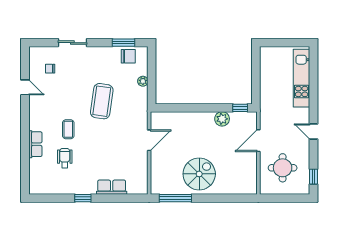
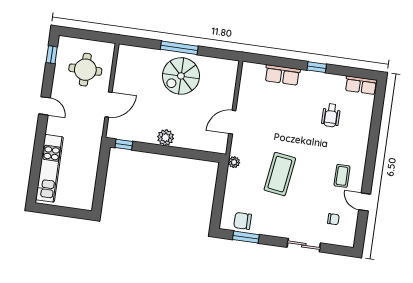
plant: (143, 81) -> (234, 162), moved
plant: (222, 119) -> (166, 138), moved
coffee table: (68, 129) -> (342, 176), moved
row of seats: (35, 144) -> (361, 85), moved, turned -90
window: (175, 198) -> (179, 48), moved

